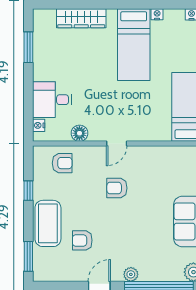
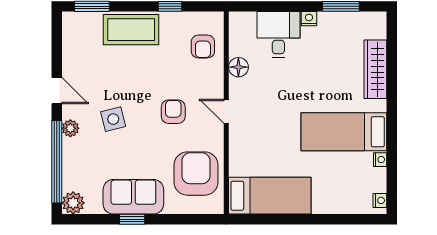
nightstand: (39, 125) -> (309, 19), moved
side table: (123, 238) -> (113, 119), added
armchair: (82, 240) -> (196, 174), moved, width x1.88, depth x1.88

